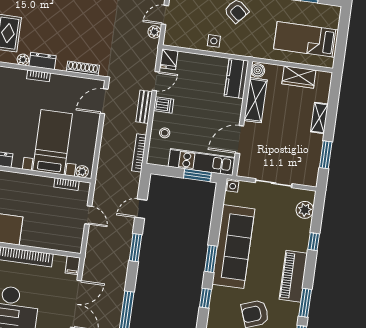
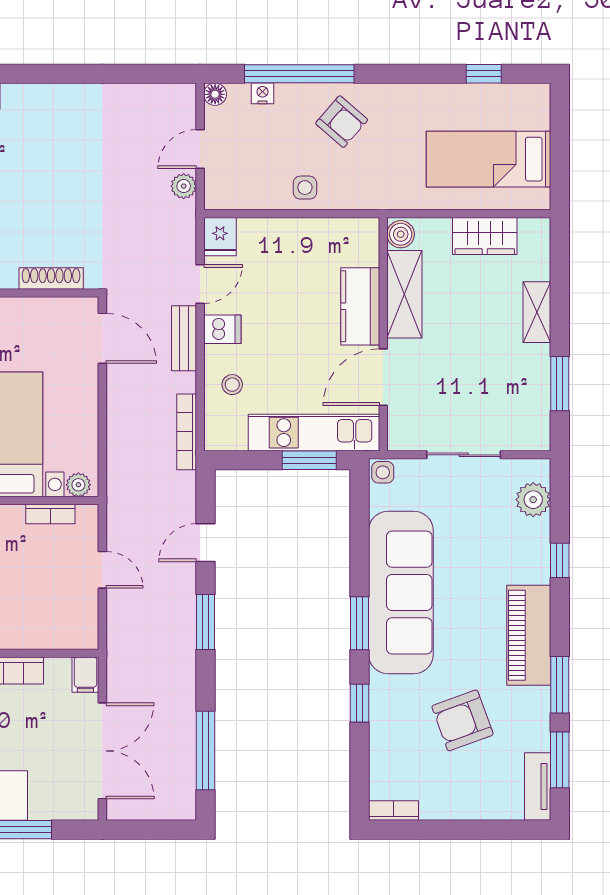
kitchen counter: (236, 78) -> (360, 306), moved
door: (104, 101) -> (102, 338), swing flipped

